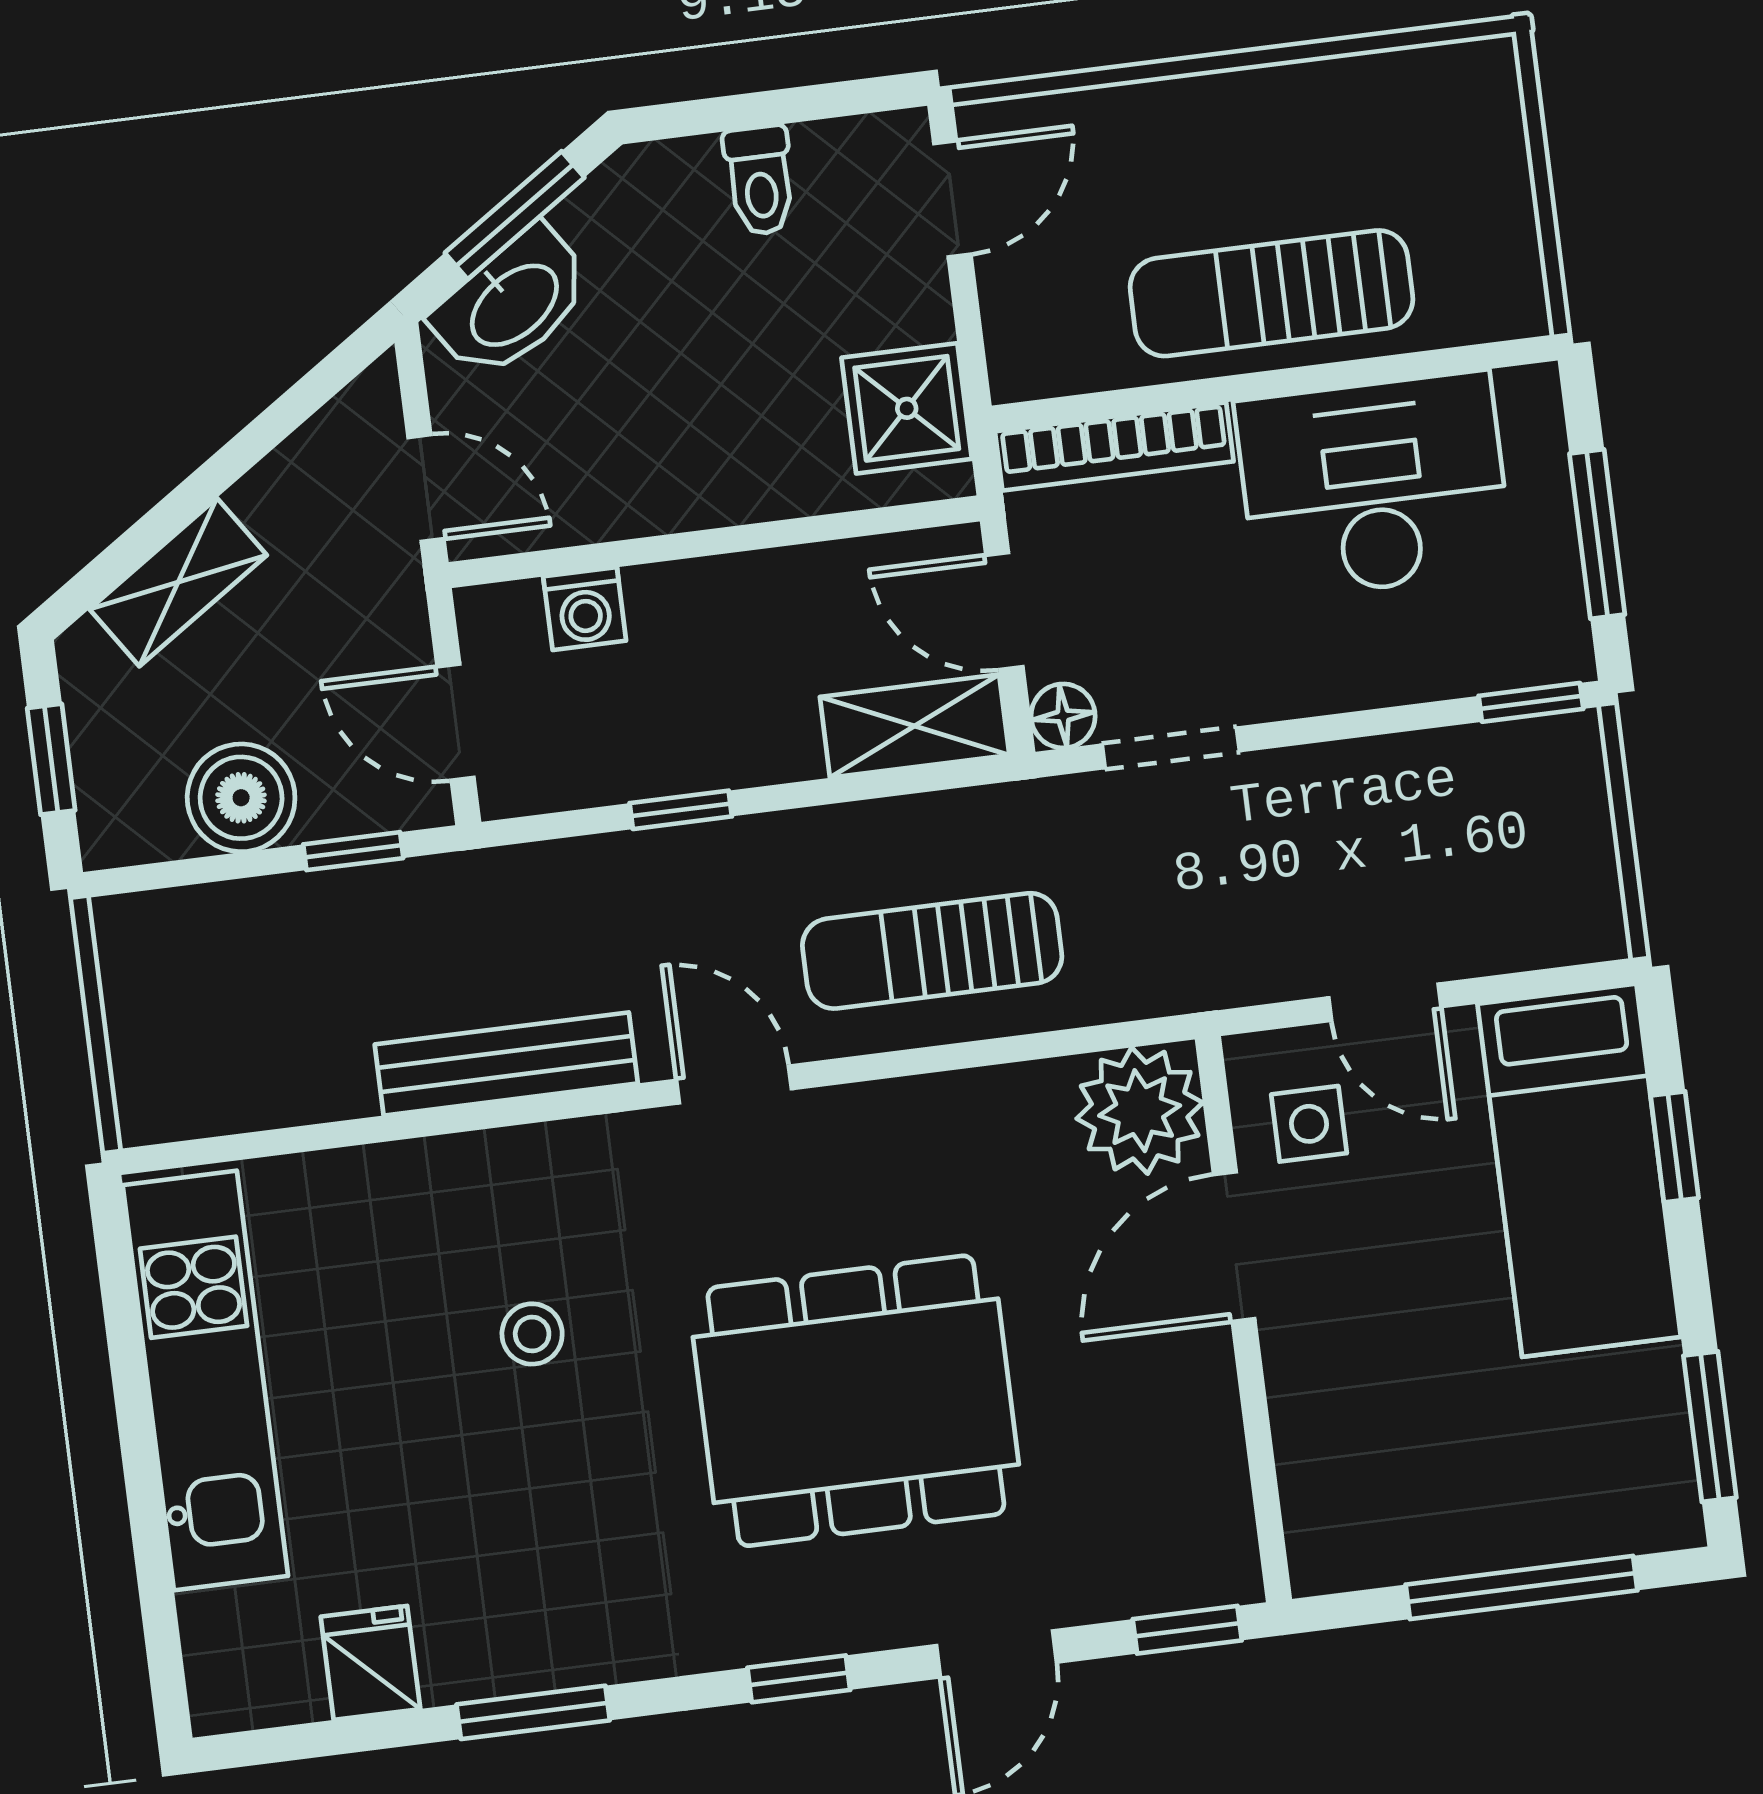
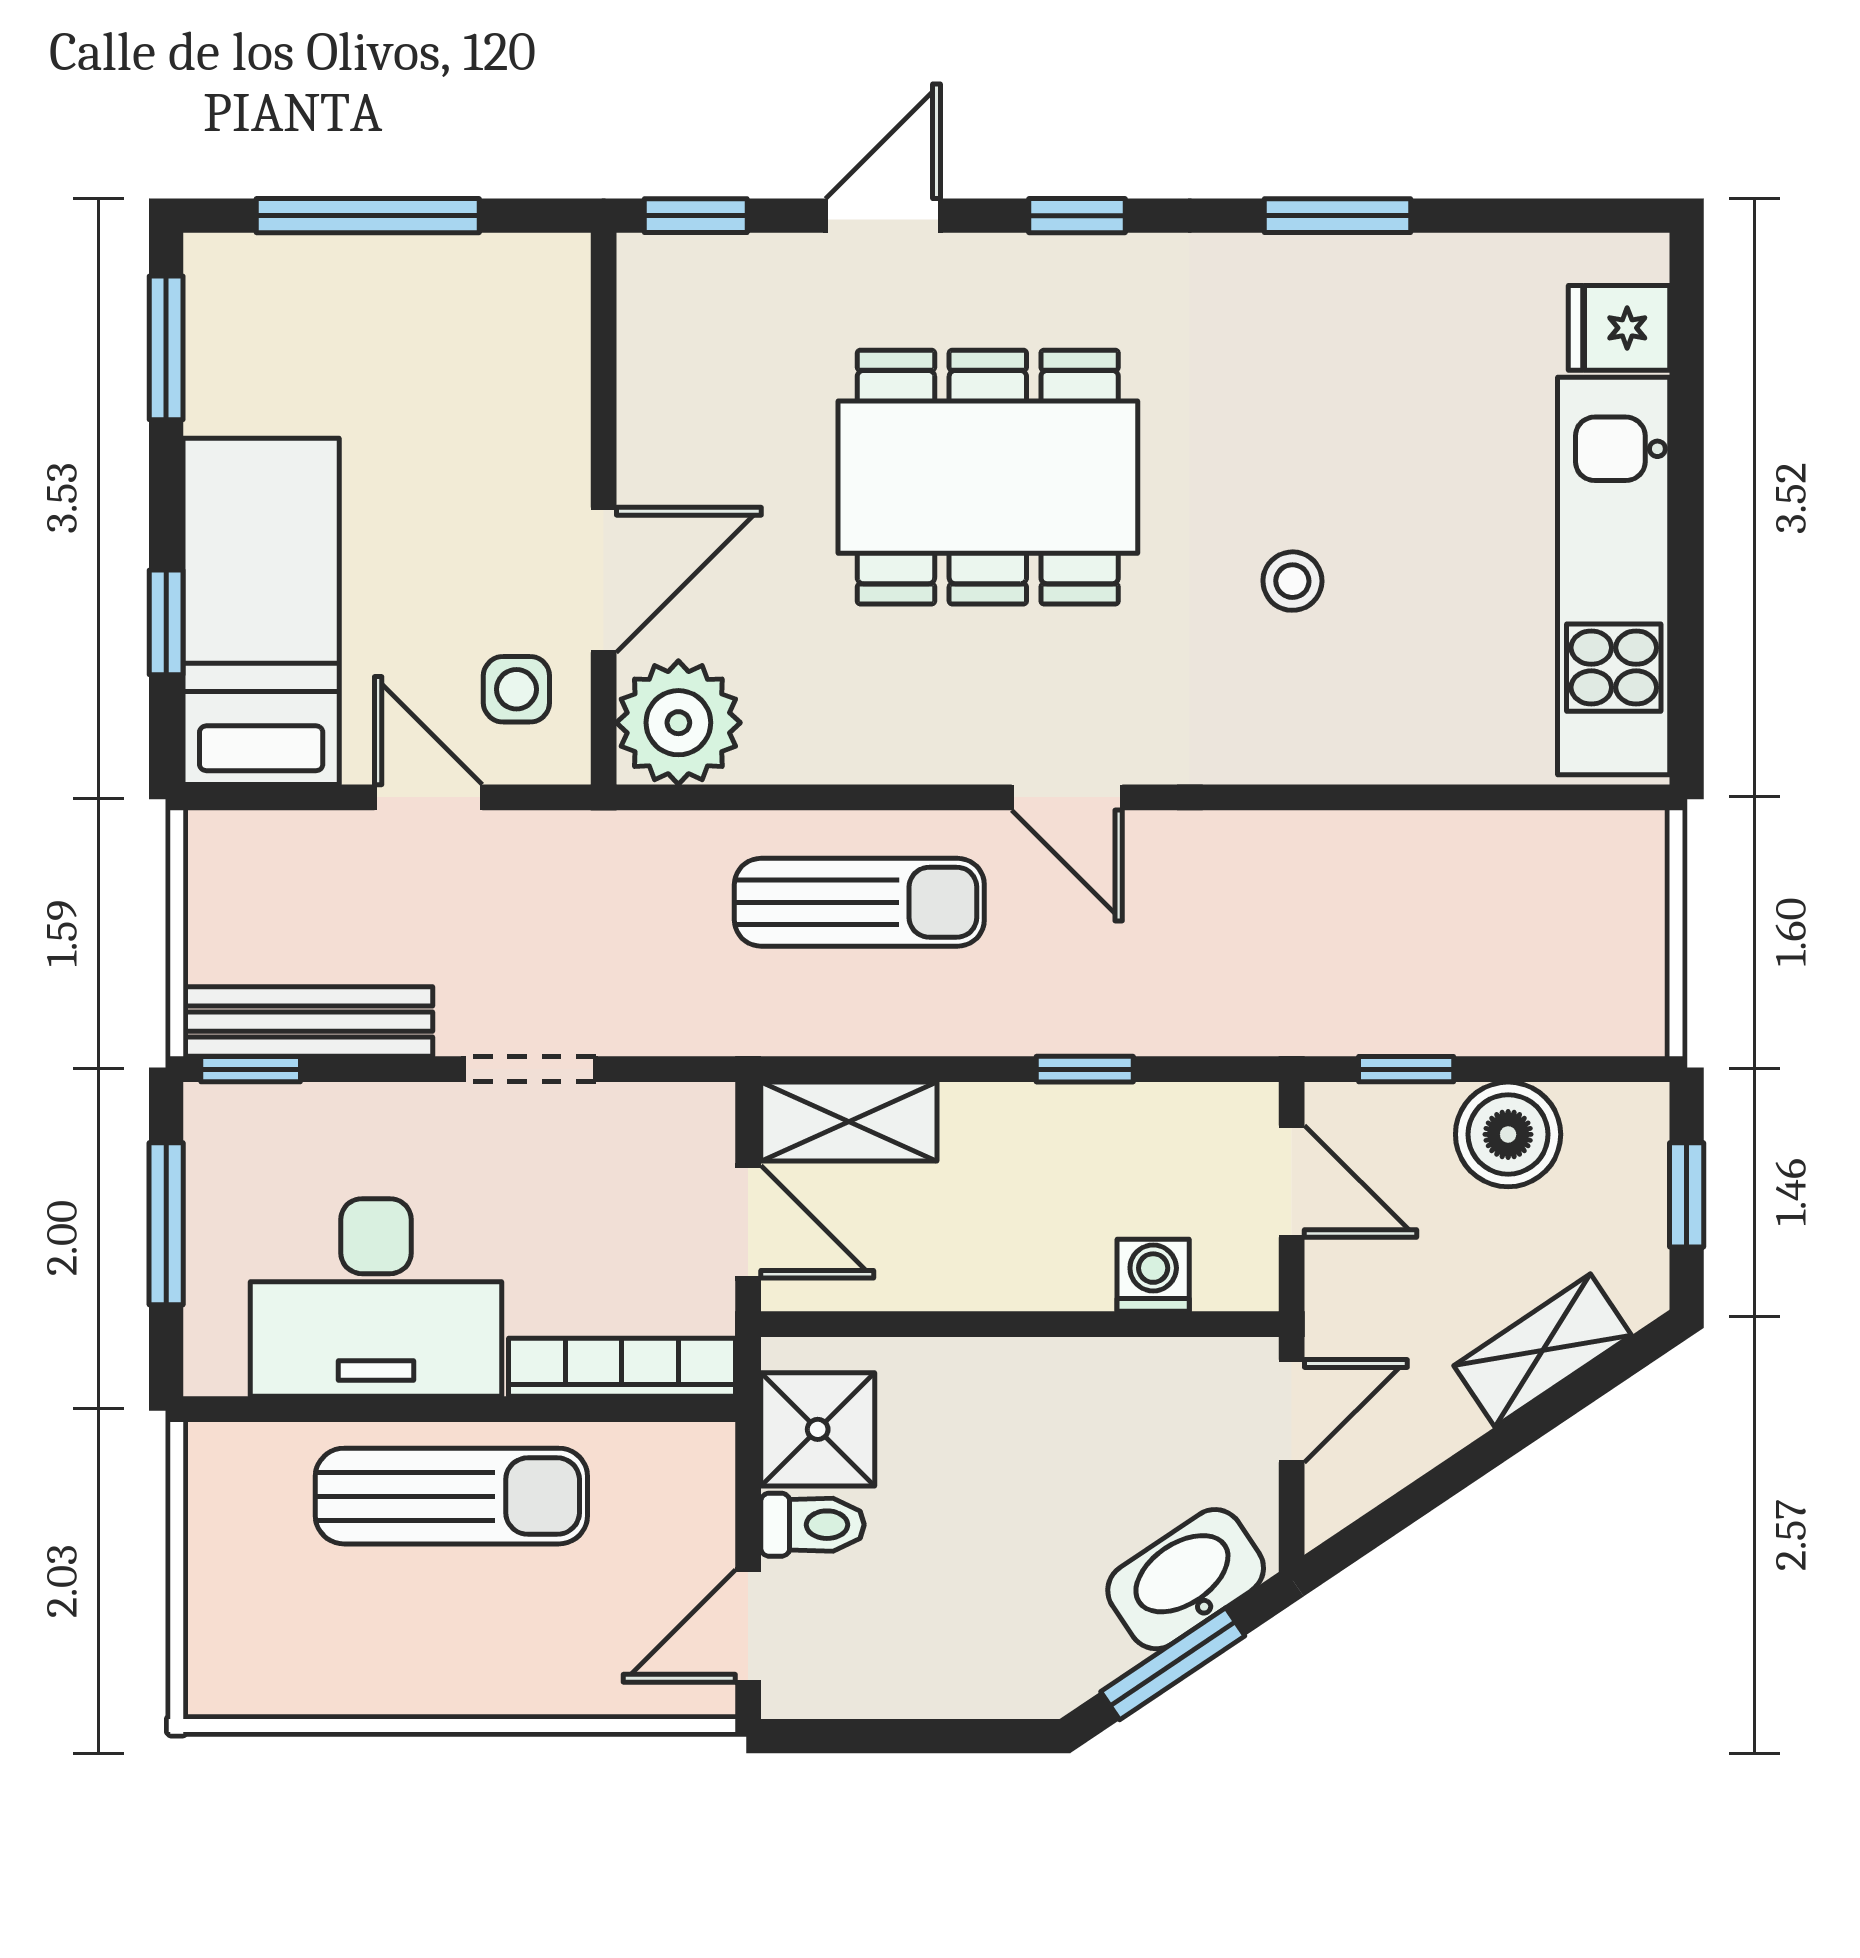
toilet: (760, 180) -> (812, 1525), moved, turned 90
door: (426, 488) -> (1292, 1411), swing flipped
floor lamp: (1063, 716) -> (704, 1113), removed
doorway: (1171, 748) -> (529, 1069), moved
bench: (506, 1064) -> (308, 1022), moved
fridge: (370, 1663) -> (1619, 328), moved, turned 90

